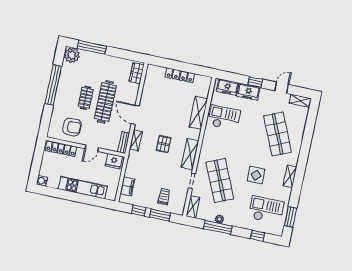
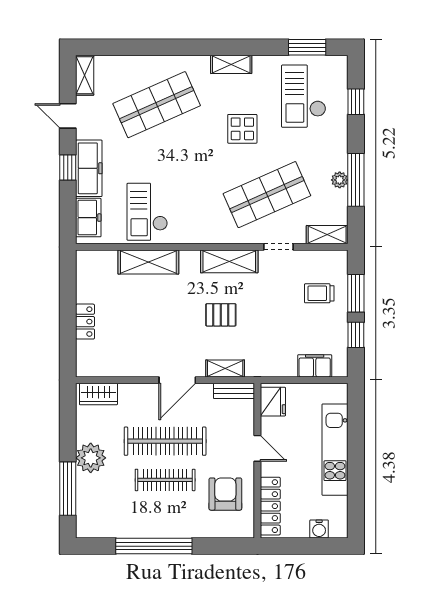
plant: (72, 55) -> (91, 458), moved
locker: (180, 75) -> (85, 322), width x0.66
freezer: (248, 92) -> (89, 168), width x1.40
clothes rail: (86, 98) -> (165, 480), width x1.36
water cooler: (42, 181) -> (319, 529), moved

